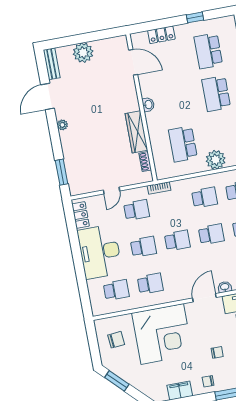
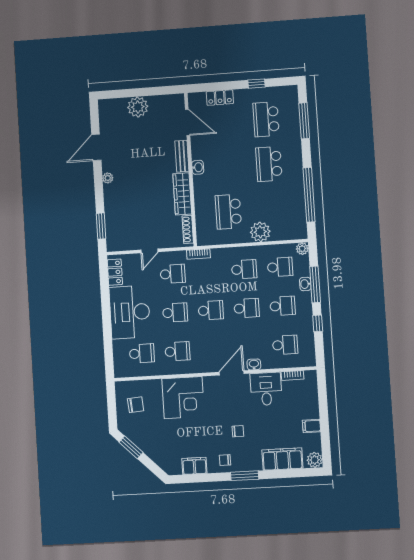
bench: (52, 64) -> (182, 156), moved
shoe rack: (145, 162) -> (188, 229), width x1.43
corner desk: (162, 334) -> (183, 398), width x0.74, depth x0.74

